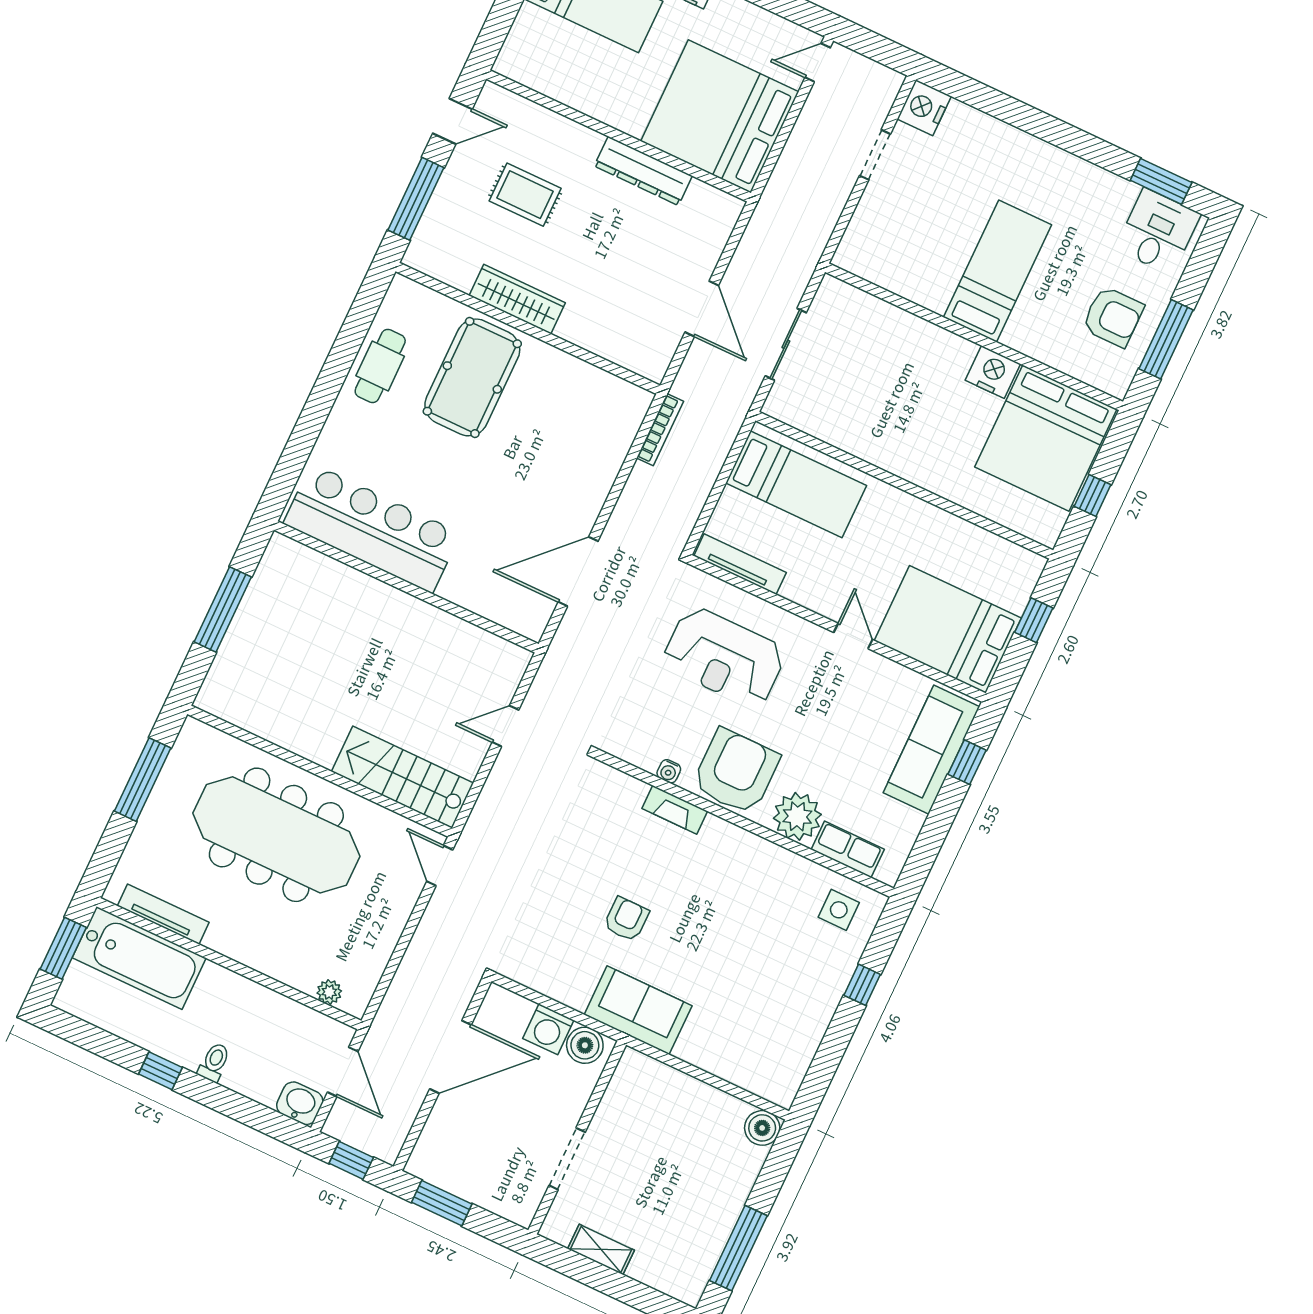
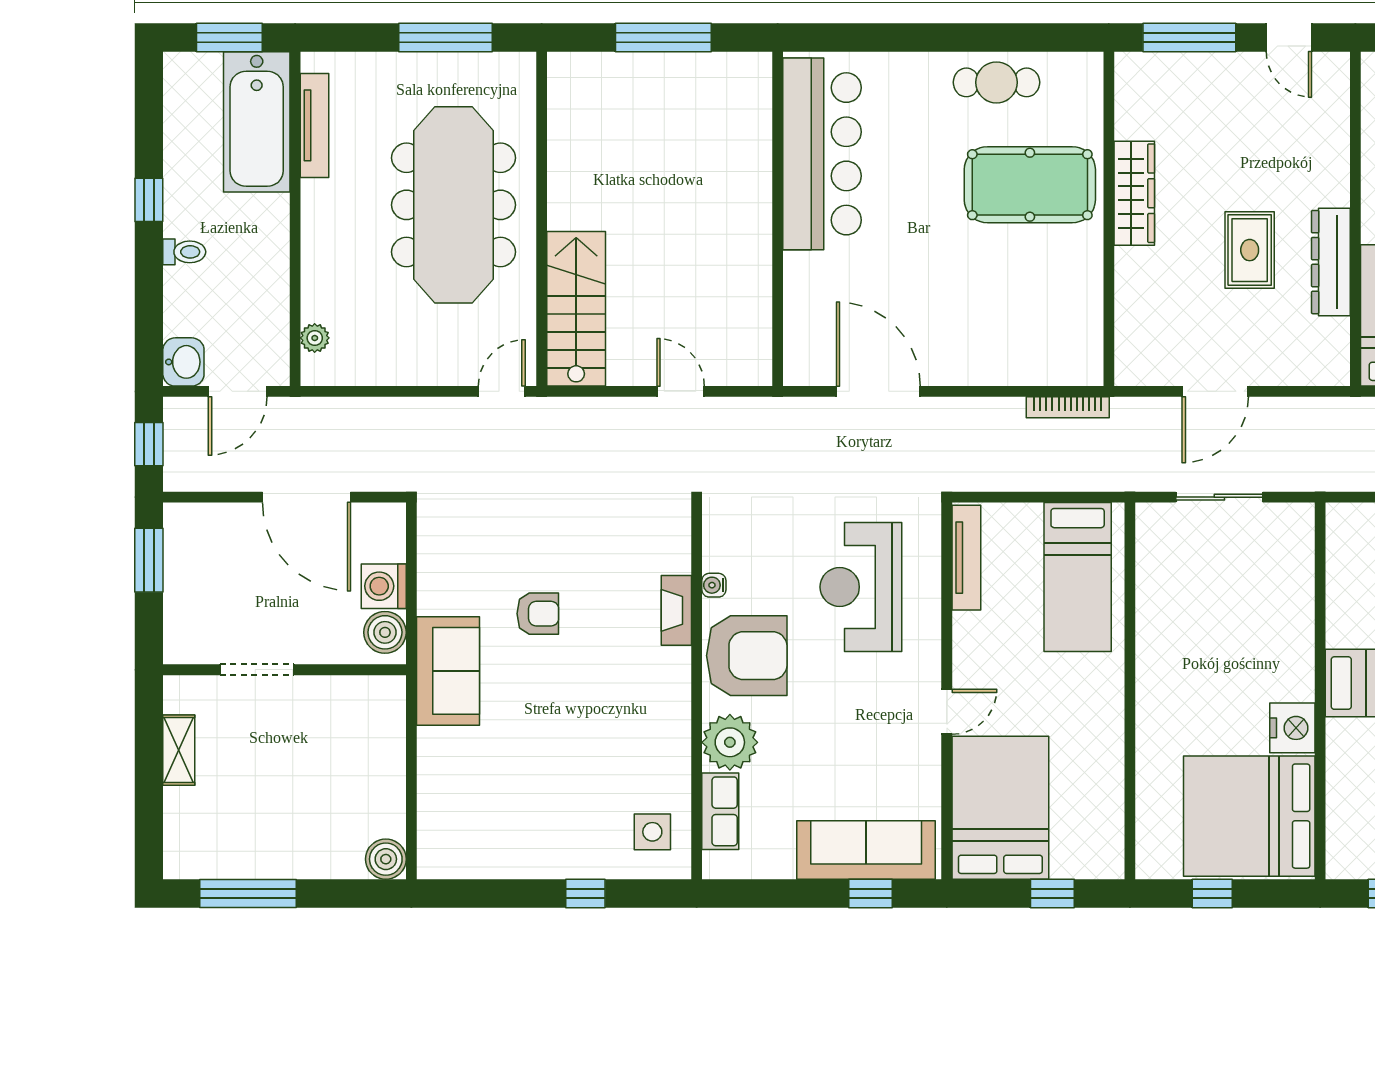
rug: (525, 195) -> (1250, 250), moved

